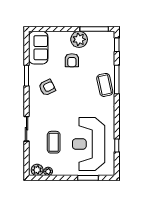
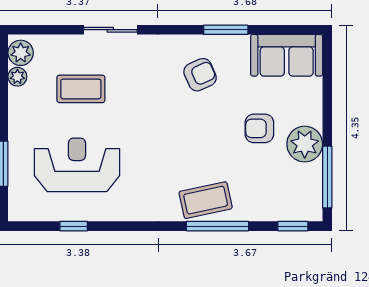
armchair: (47, 87) -> (200, 75), turned -88
reception desk: (89, 144) -> (77, 165), width x0.74, depth x0.77

